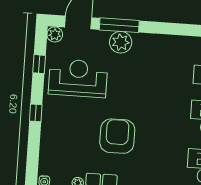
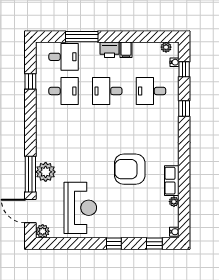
window: (39, 64) -> (154, 244), moved
reception desk: (78, 78) -> (80, 208), turned 180

